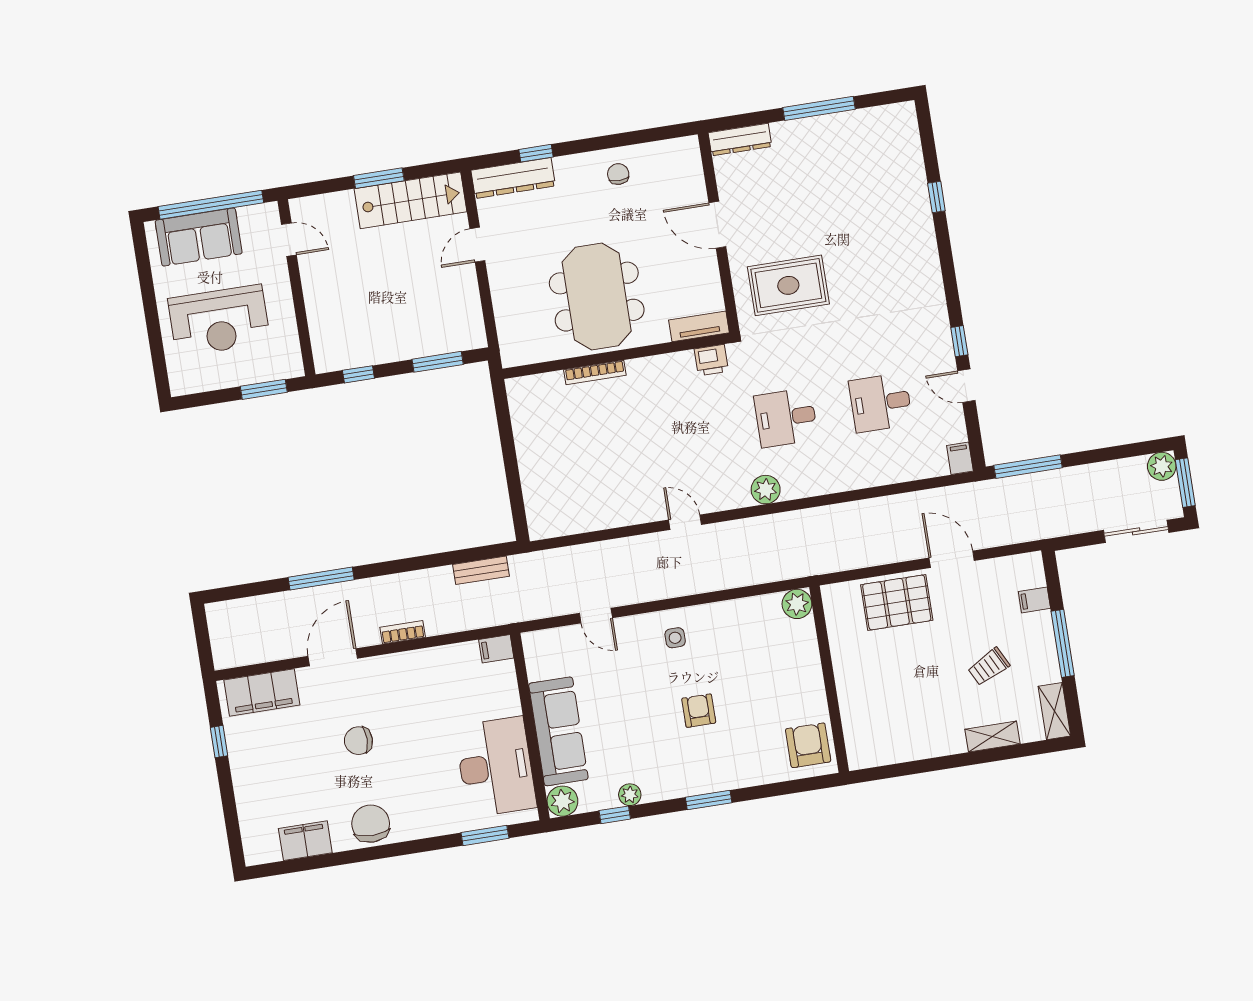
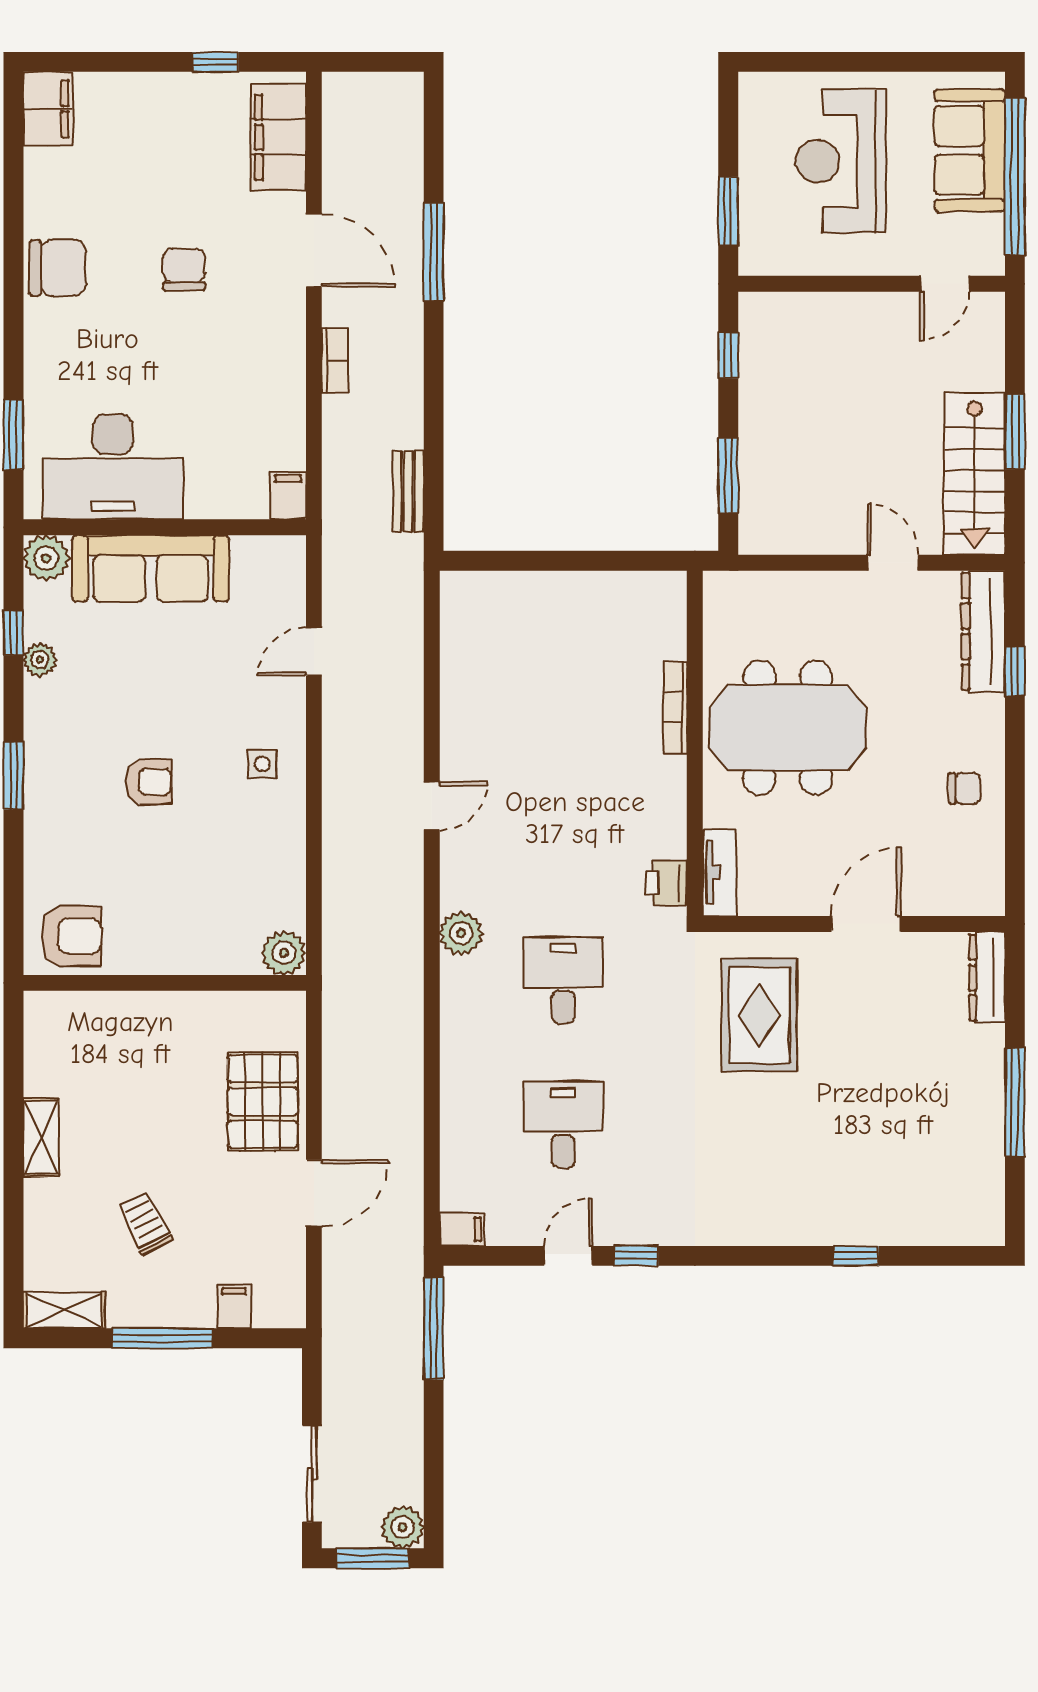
shelving: (993, 737) -> (41, 1137), moved
filing cabinet: (305, 841) -> (48, 109), moved

